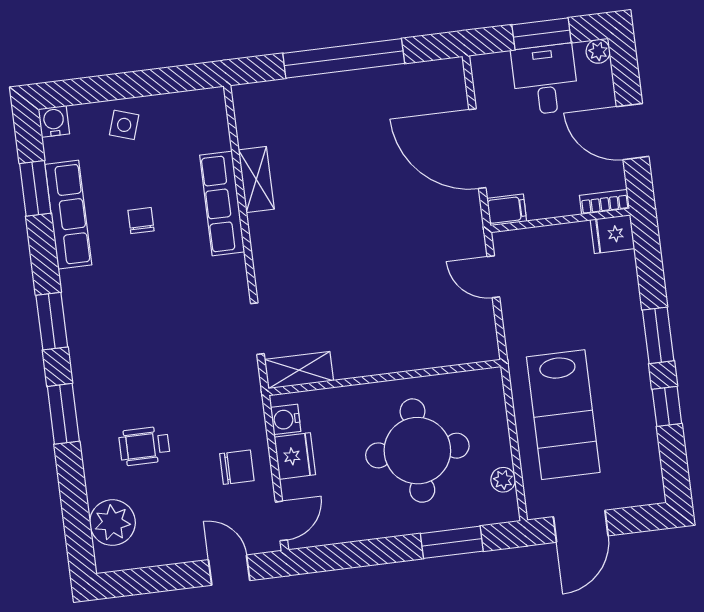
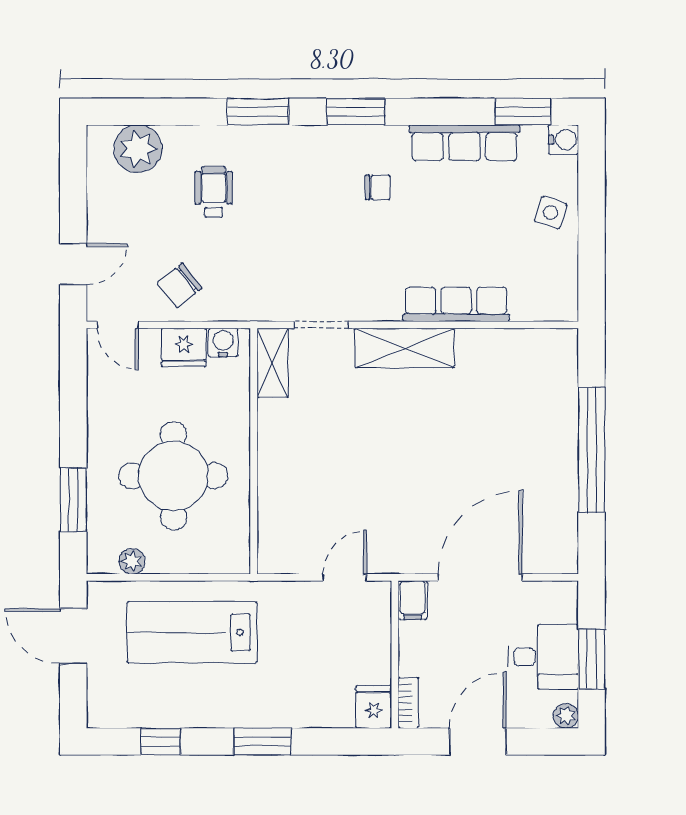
shelving: (256, 180) -> (404, 348), moved, width x1.50, depth x1.33
window: (35, 188) -> (523, 112), moved
chair: (141, 221) -> (378, 187), moved
window: (667, 406) -> (161, 741), moved
chair: (237, 467) -> (180, 285), turned 52

